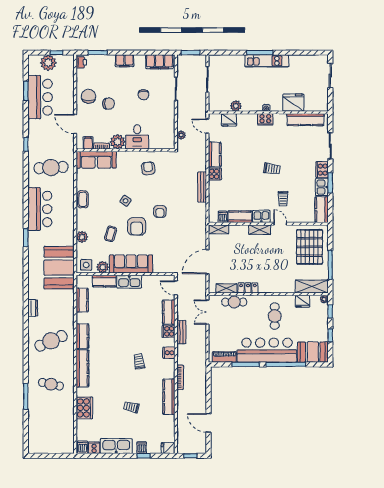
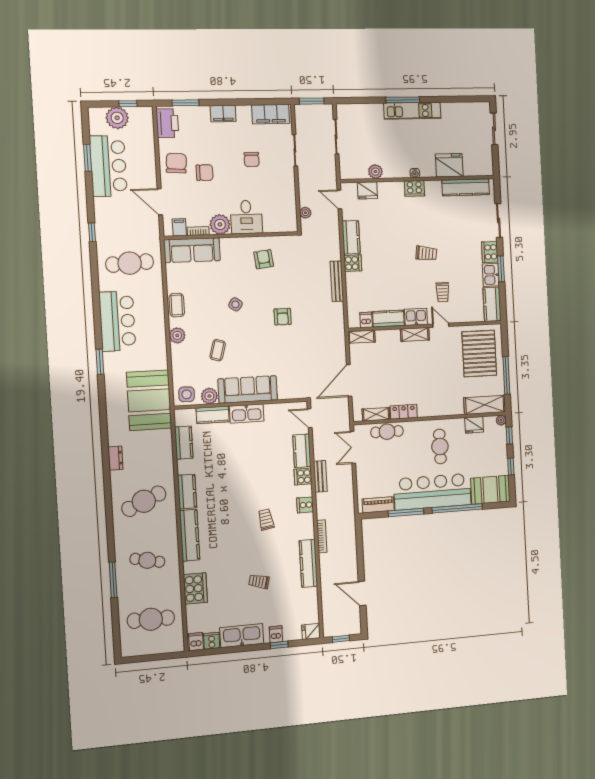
printer: (81, 62) -> (167, 123), width x1.87, depth x1.48
armchair: (137, 226) -> (252, 338), removed
plant: (82, 237) -> (177, 335), moved
cafe table: (51, 428) -> (151, 619), added

